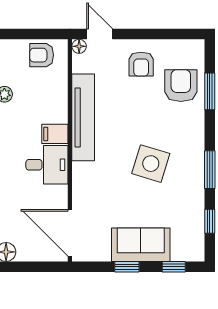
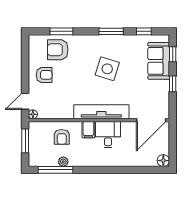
window: (37, 34) -> (25, 141), added
armchair: (42, 55) -> (62, 137), moved
tv unit: (83, 117) -> (101, 112), moved
sofa: (141, 245) -> (159, 61), moved

